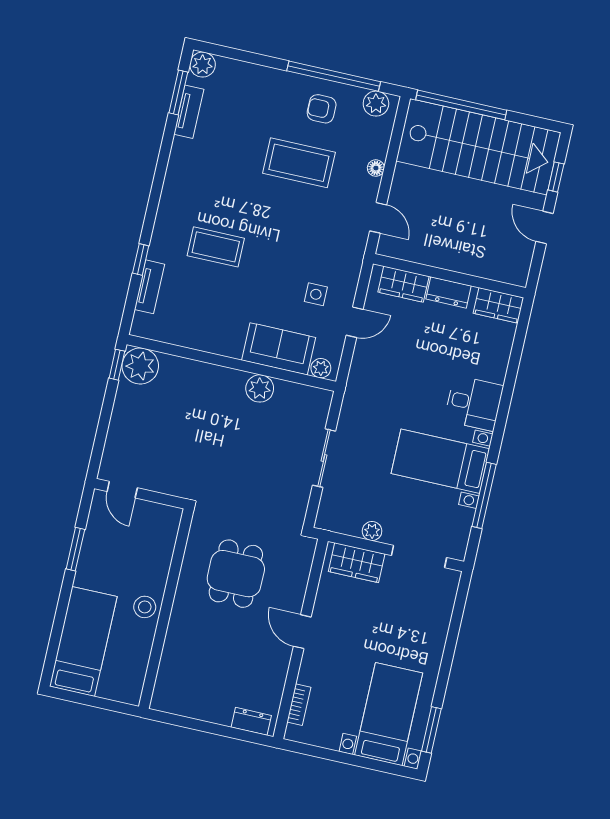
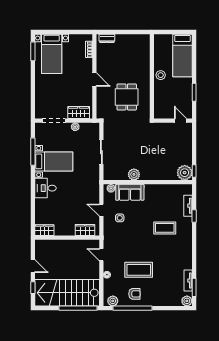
dresser: (449, 292) -> (66, 231), removed
door: (355, 322) -> (101, 210), hinge flipped

